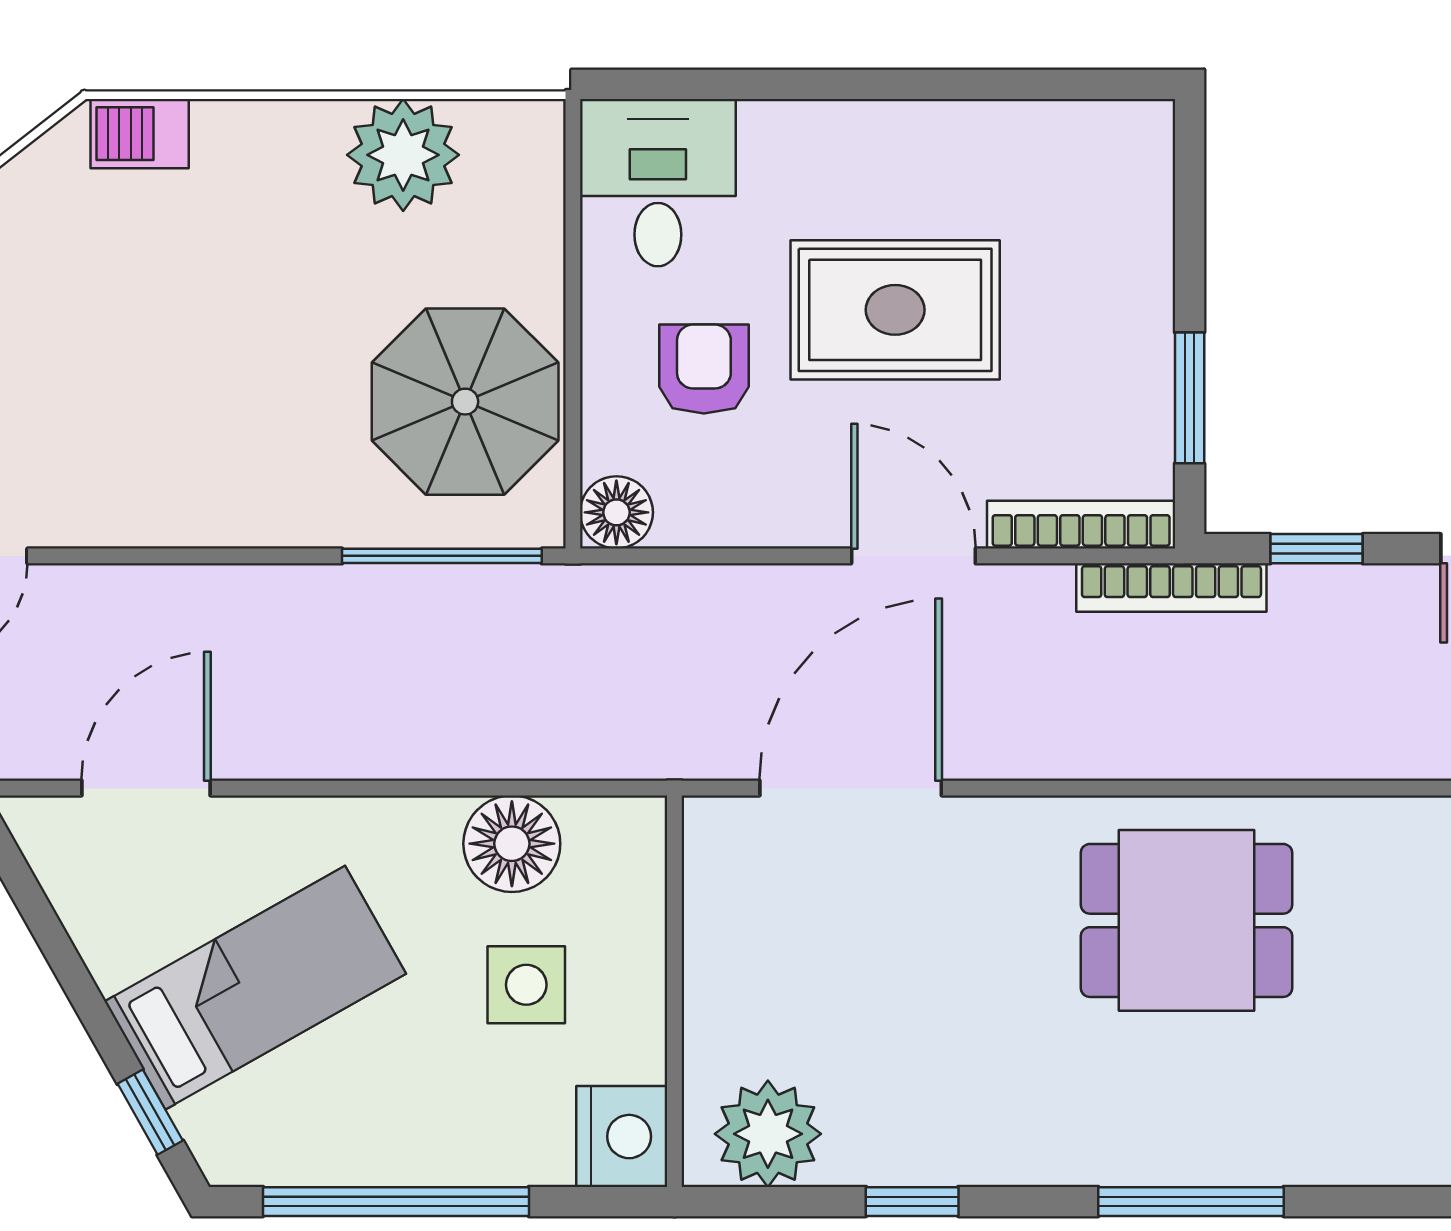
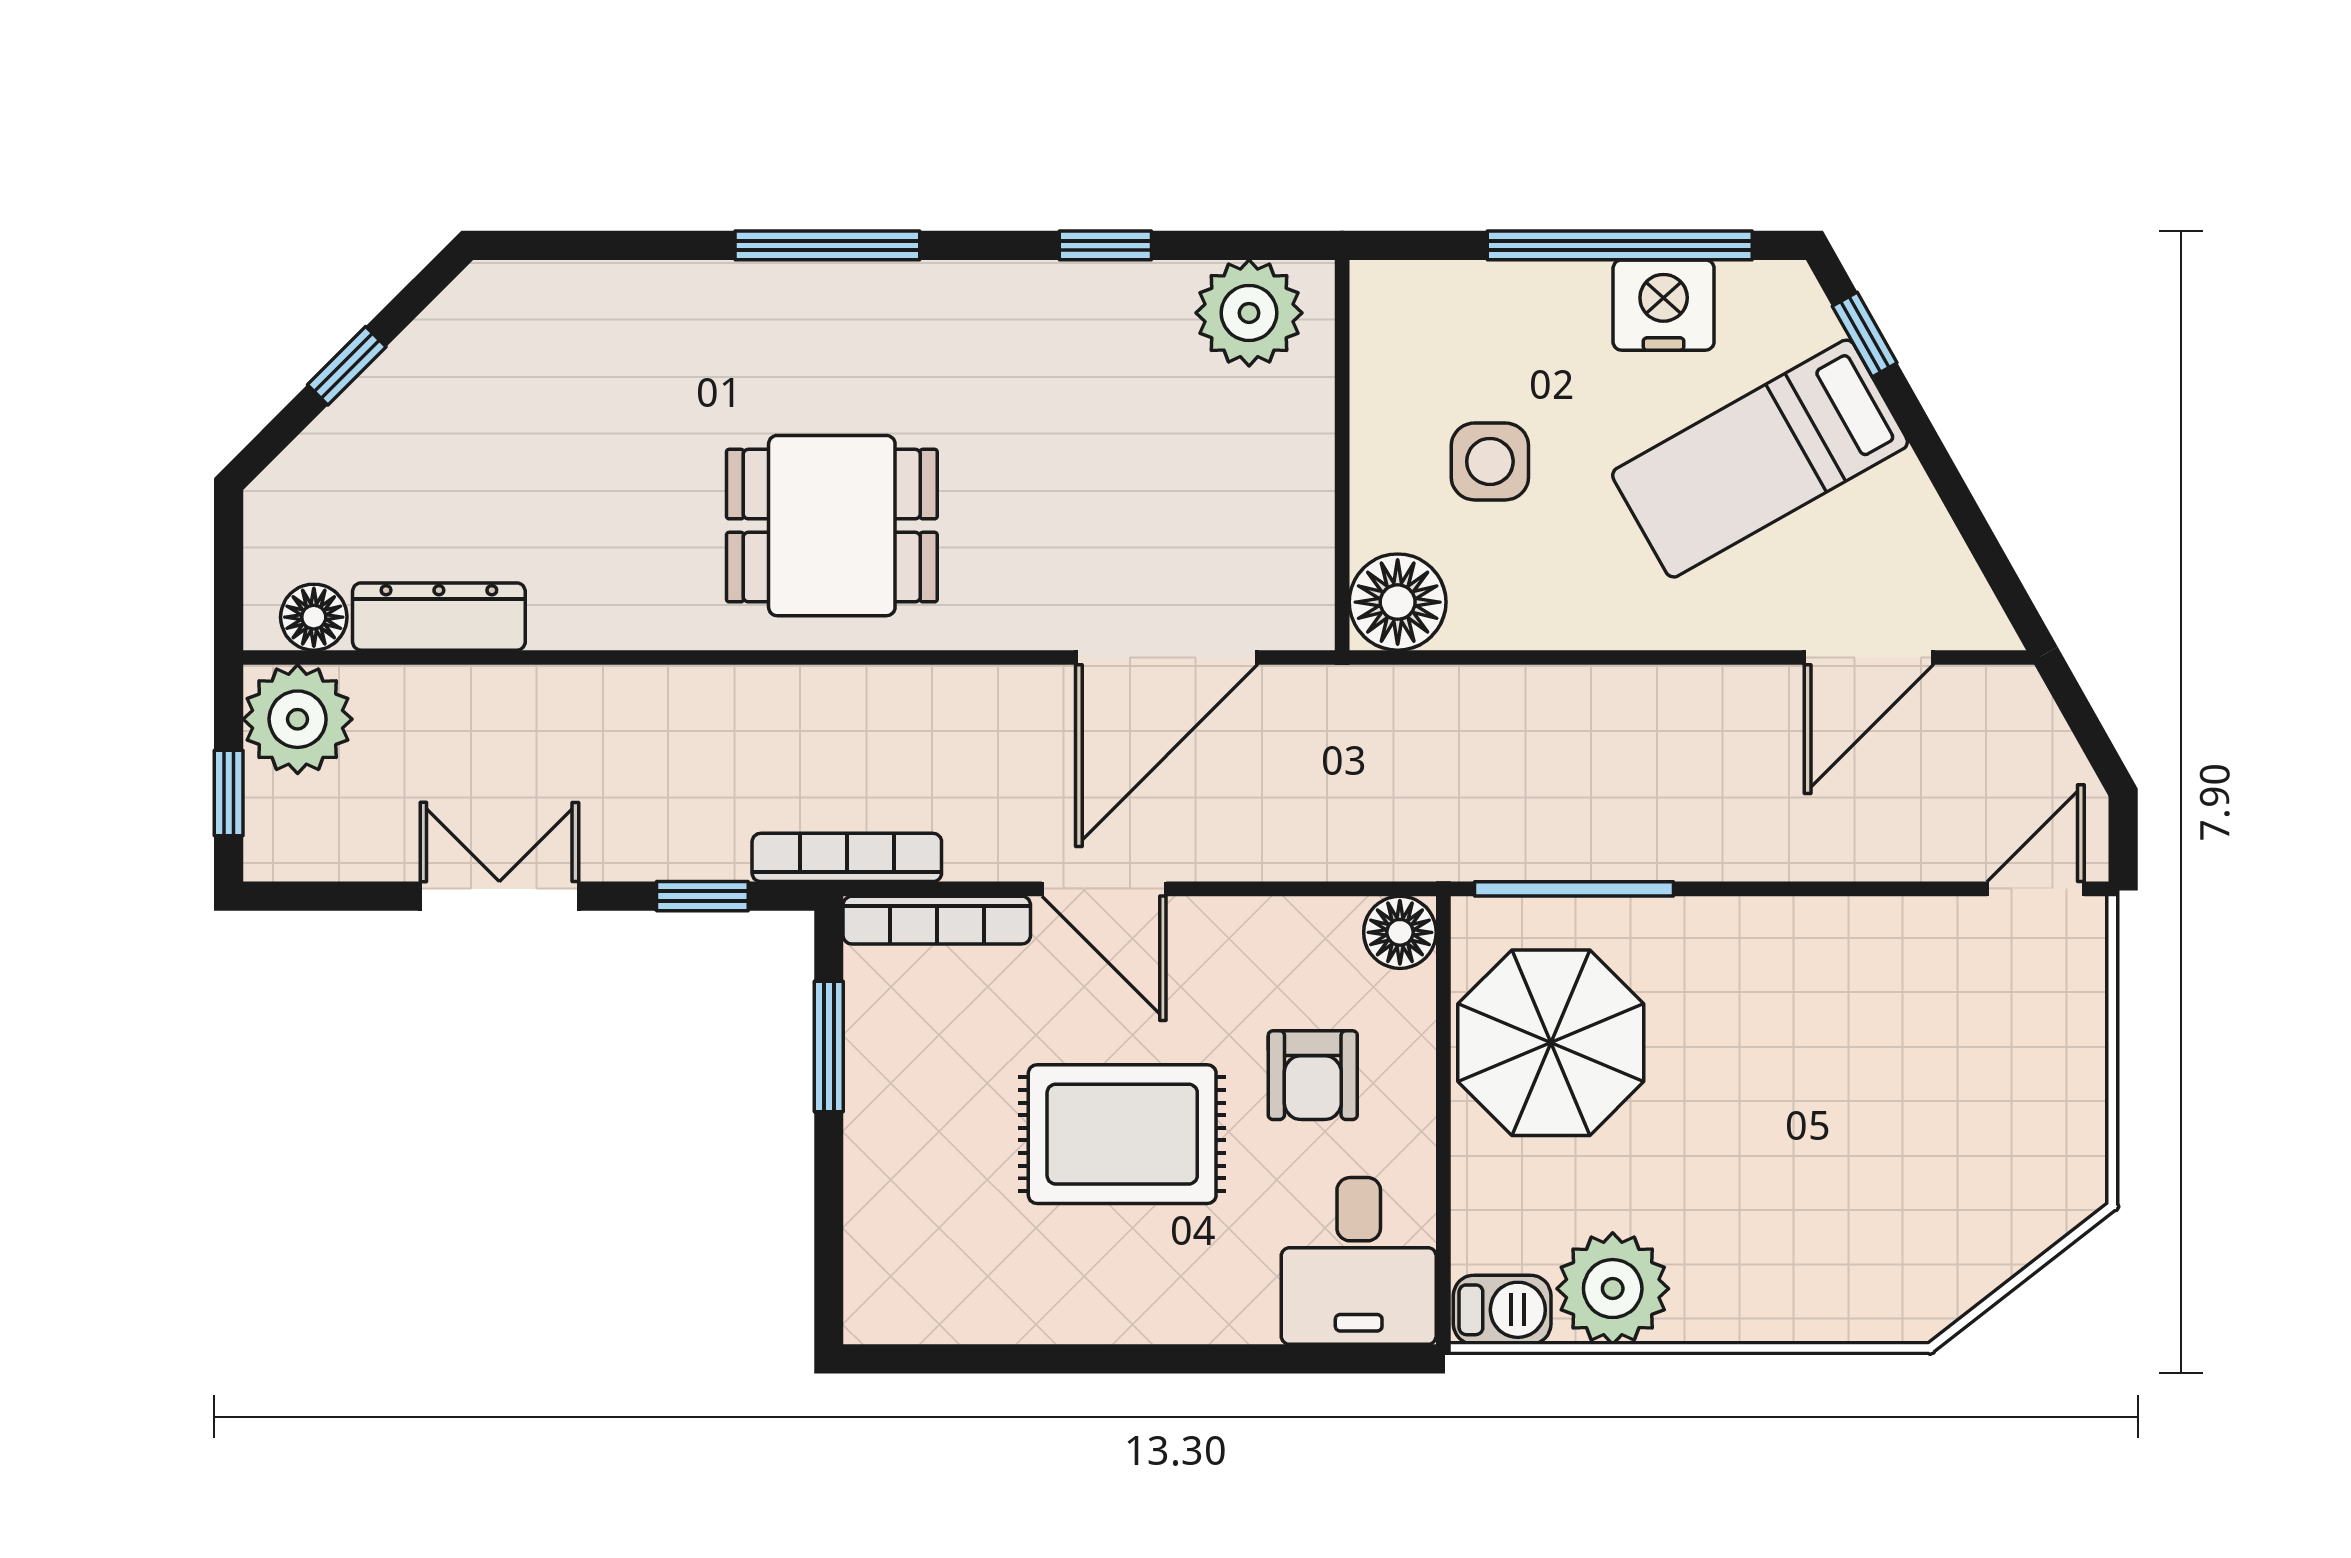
barbecue: (140, 134) -> (1502, 1310), moved
floor lamp: (512, 844) -> (1398, 602), moved
nightstand: (622, 1137) -> (1664, 305), moved, turned 90

